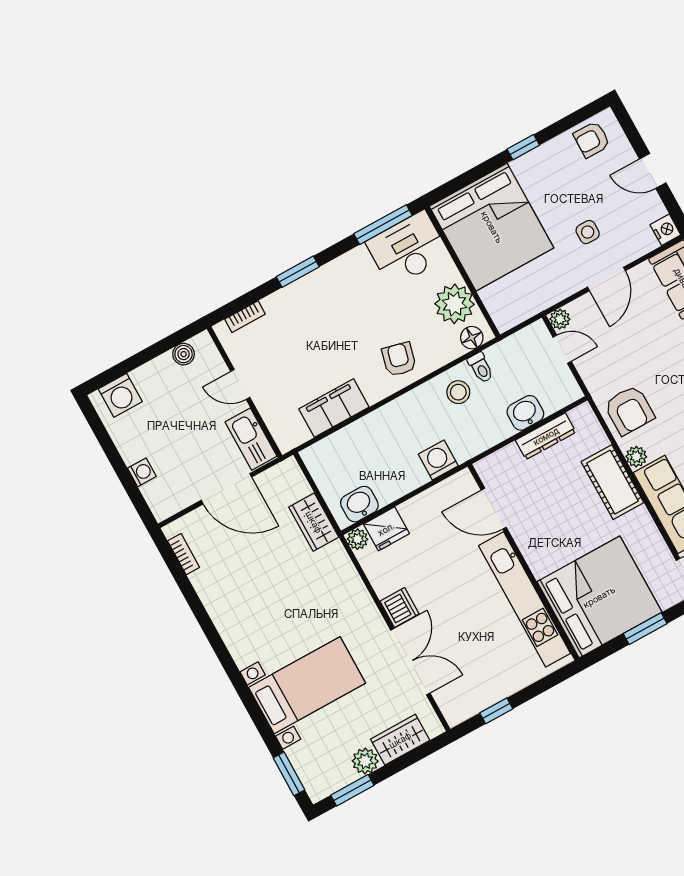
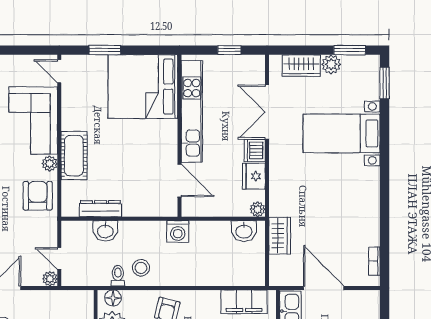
filing cabinet: (334, 408) -> (244, 302), moved
door: (494, 509) -> (179, 181), moved
fridge: (386, 529) -> (254, 176), moved, turned -90
wall: (523, 562) -> (179, 136), moved
bed: (599, 597) -> (143, 87), moved
kitchen unit: (525, 599) -> (192, 111), moved

